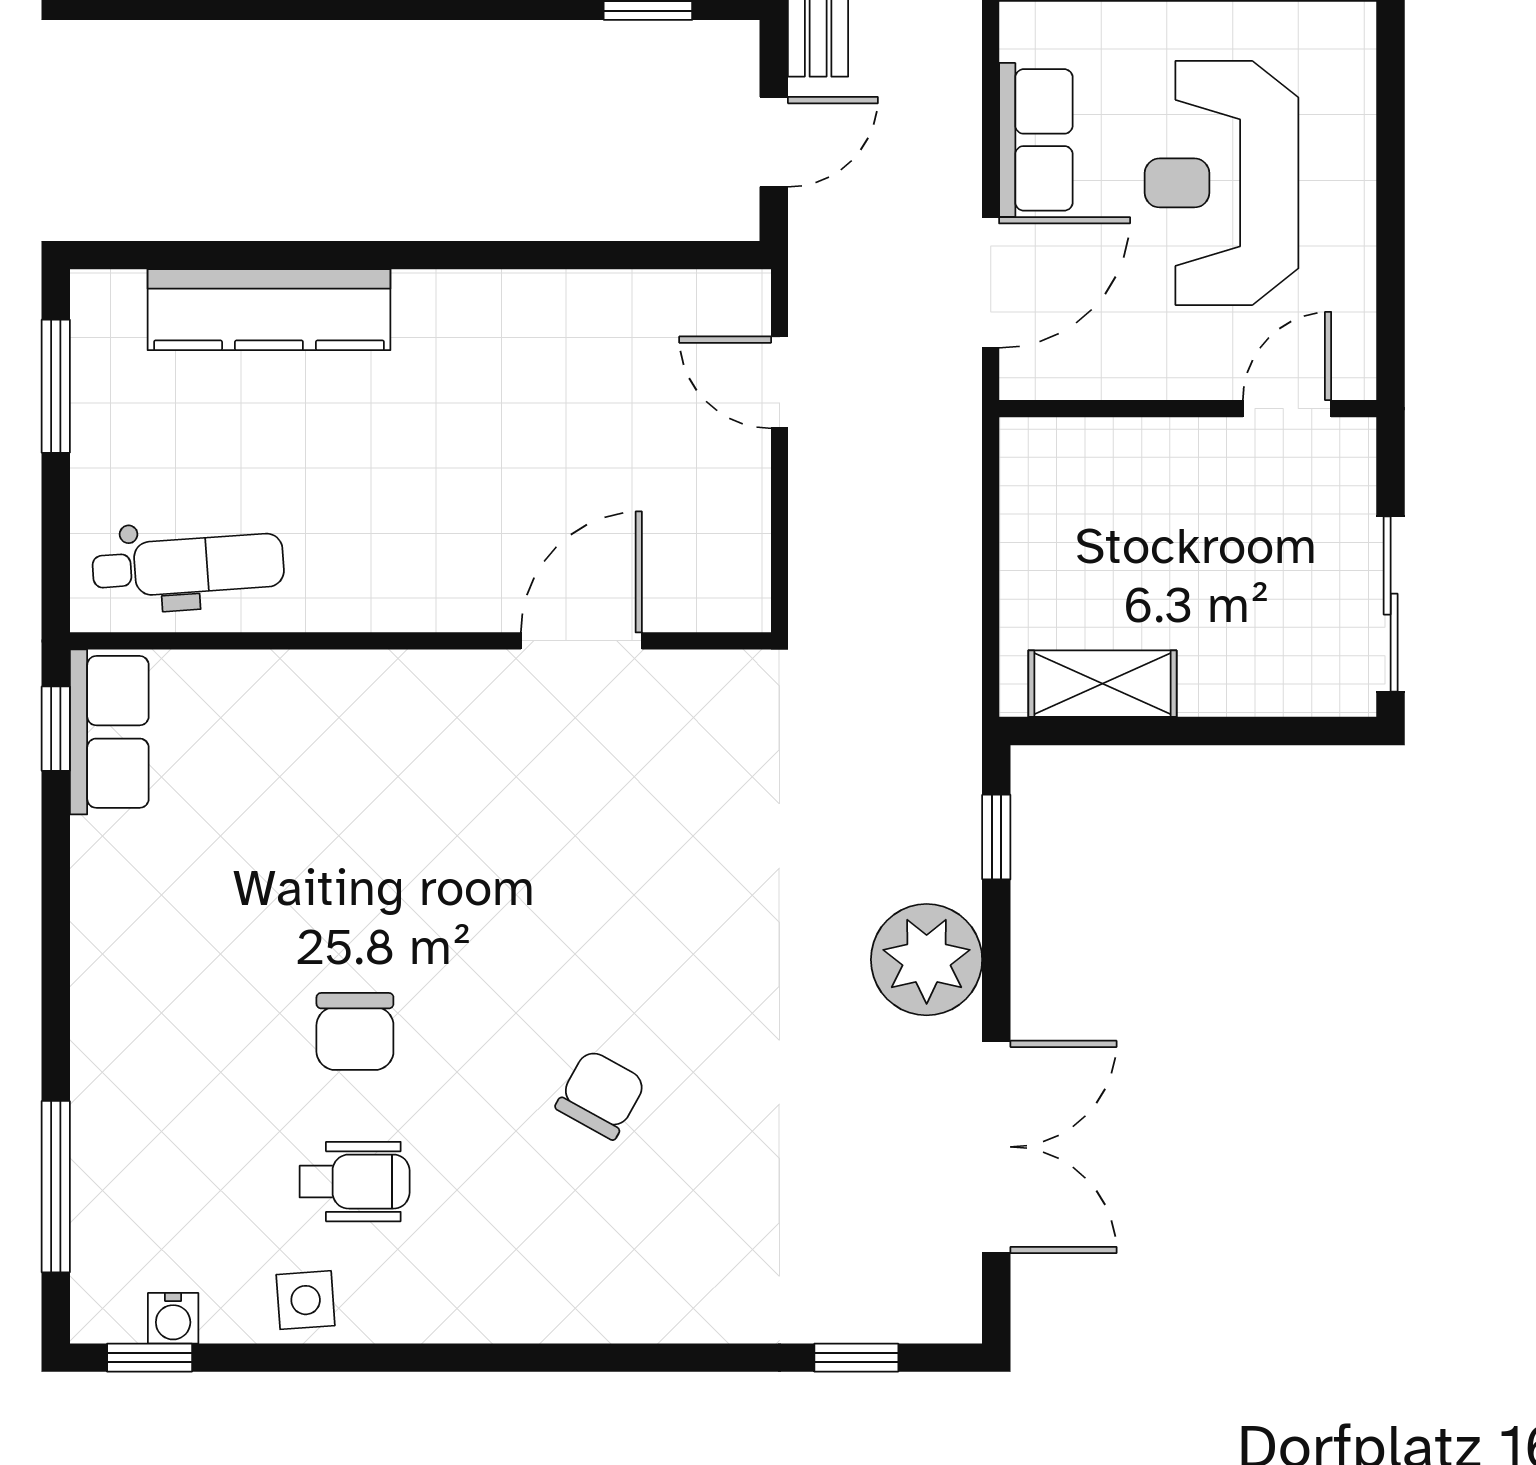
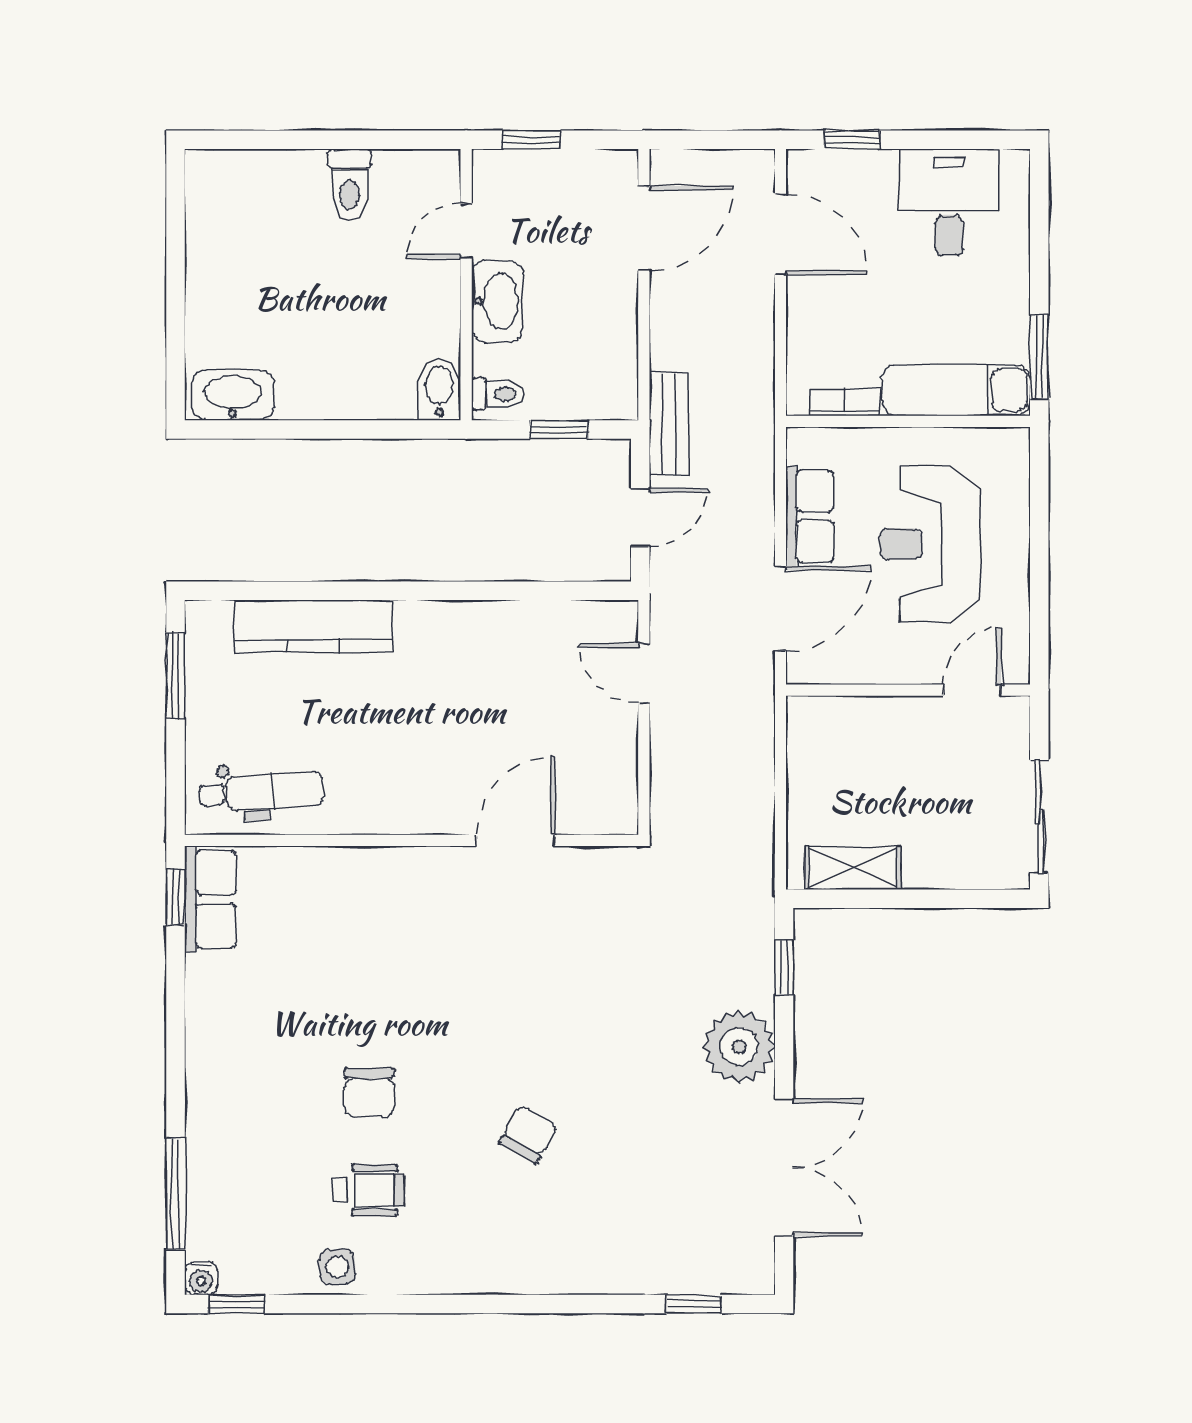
water cooler: (173, 1318) -> (201, 1279), moved

